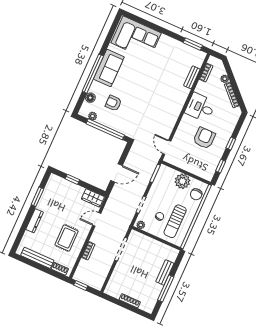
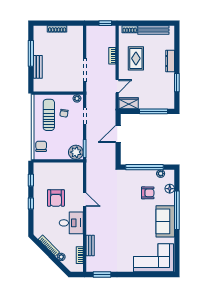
door: (167, 147) -> (85, 200), moved
window: (72, 179) -> (154, 111), width x2.17
plant: (182, 181) -> (76, 152), moved

